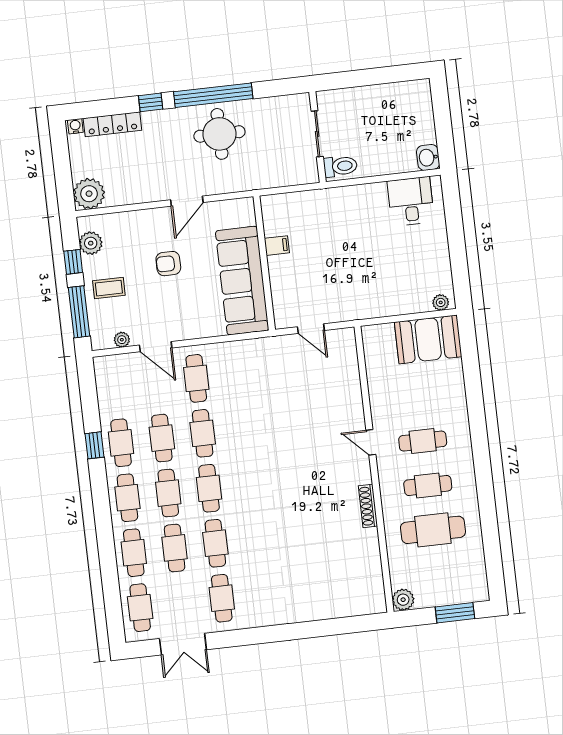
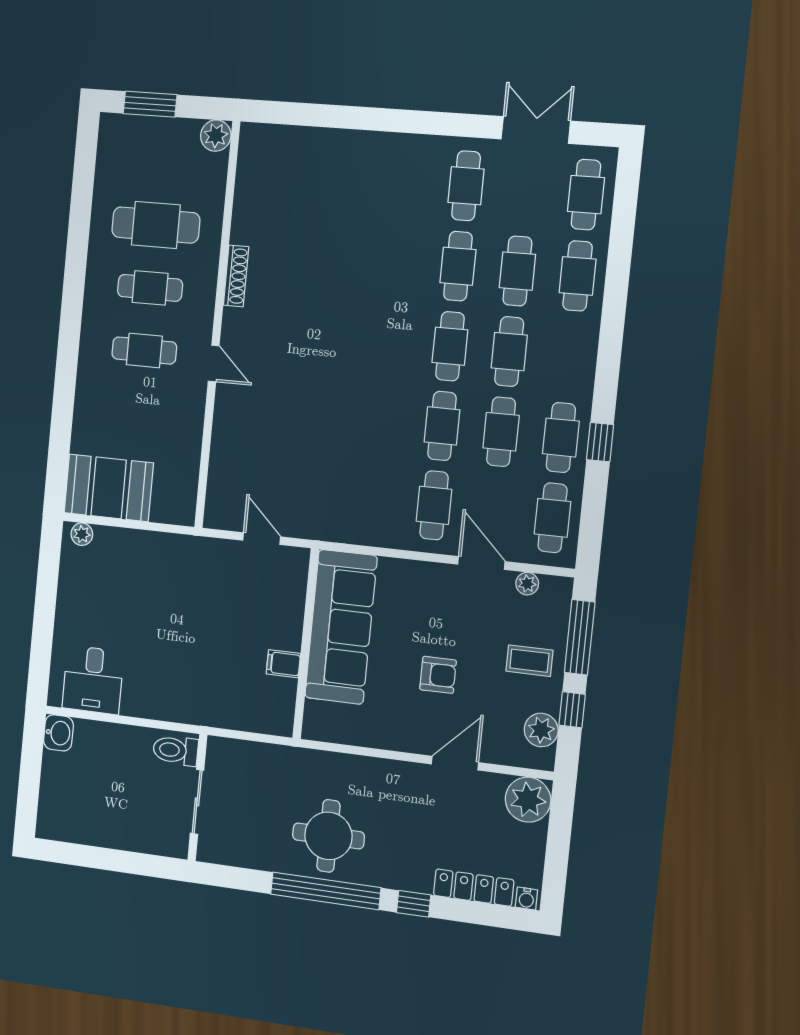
door: (187, 201) -> (455, 763), moved
cafe table: (127, 498) -> (553, 518), moved

